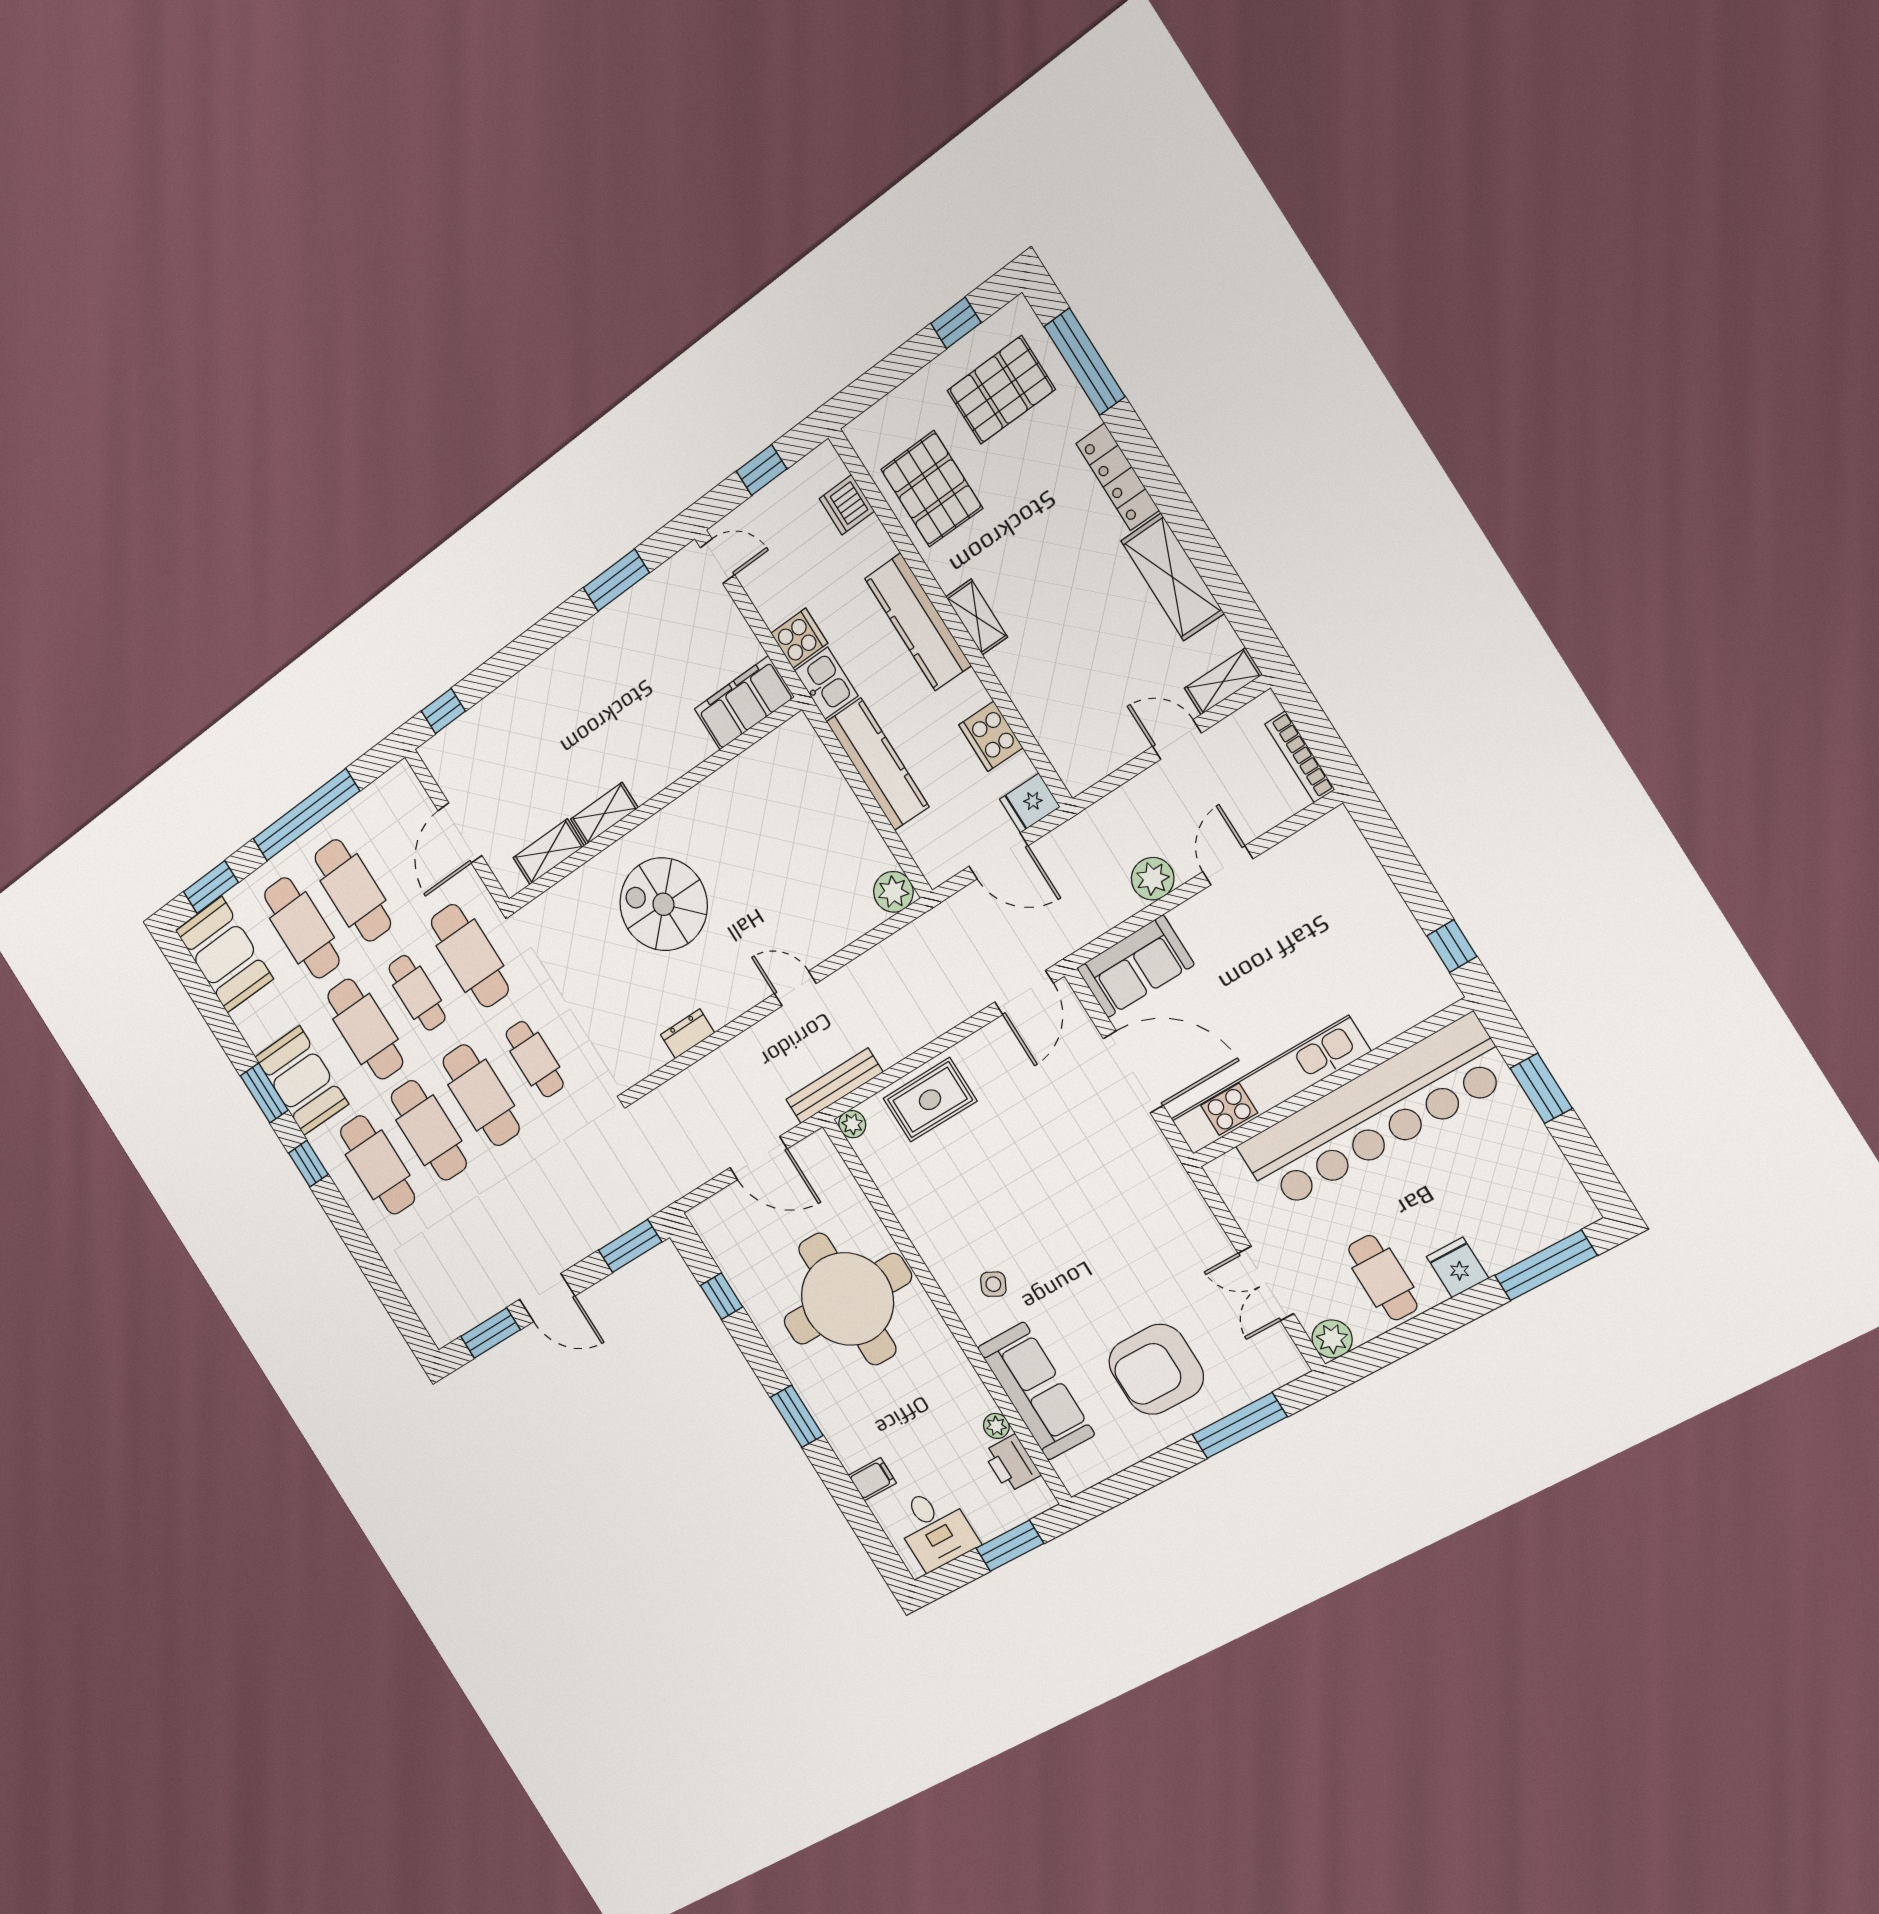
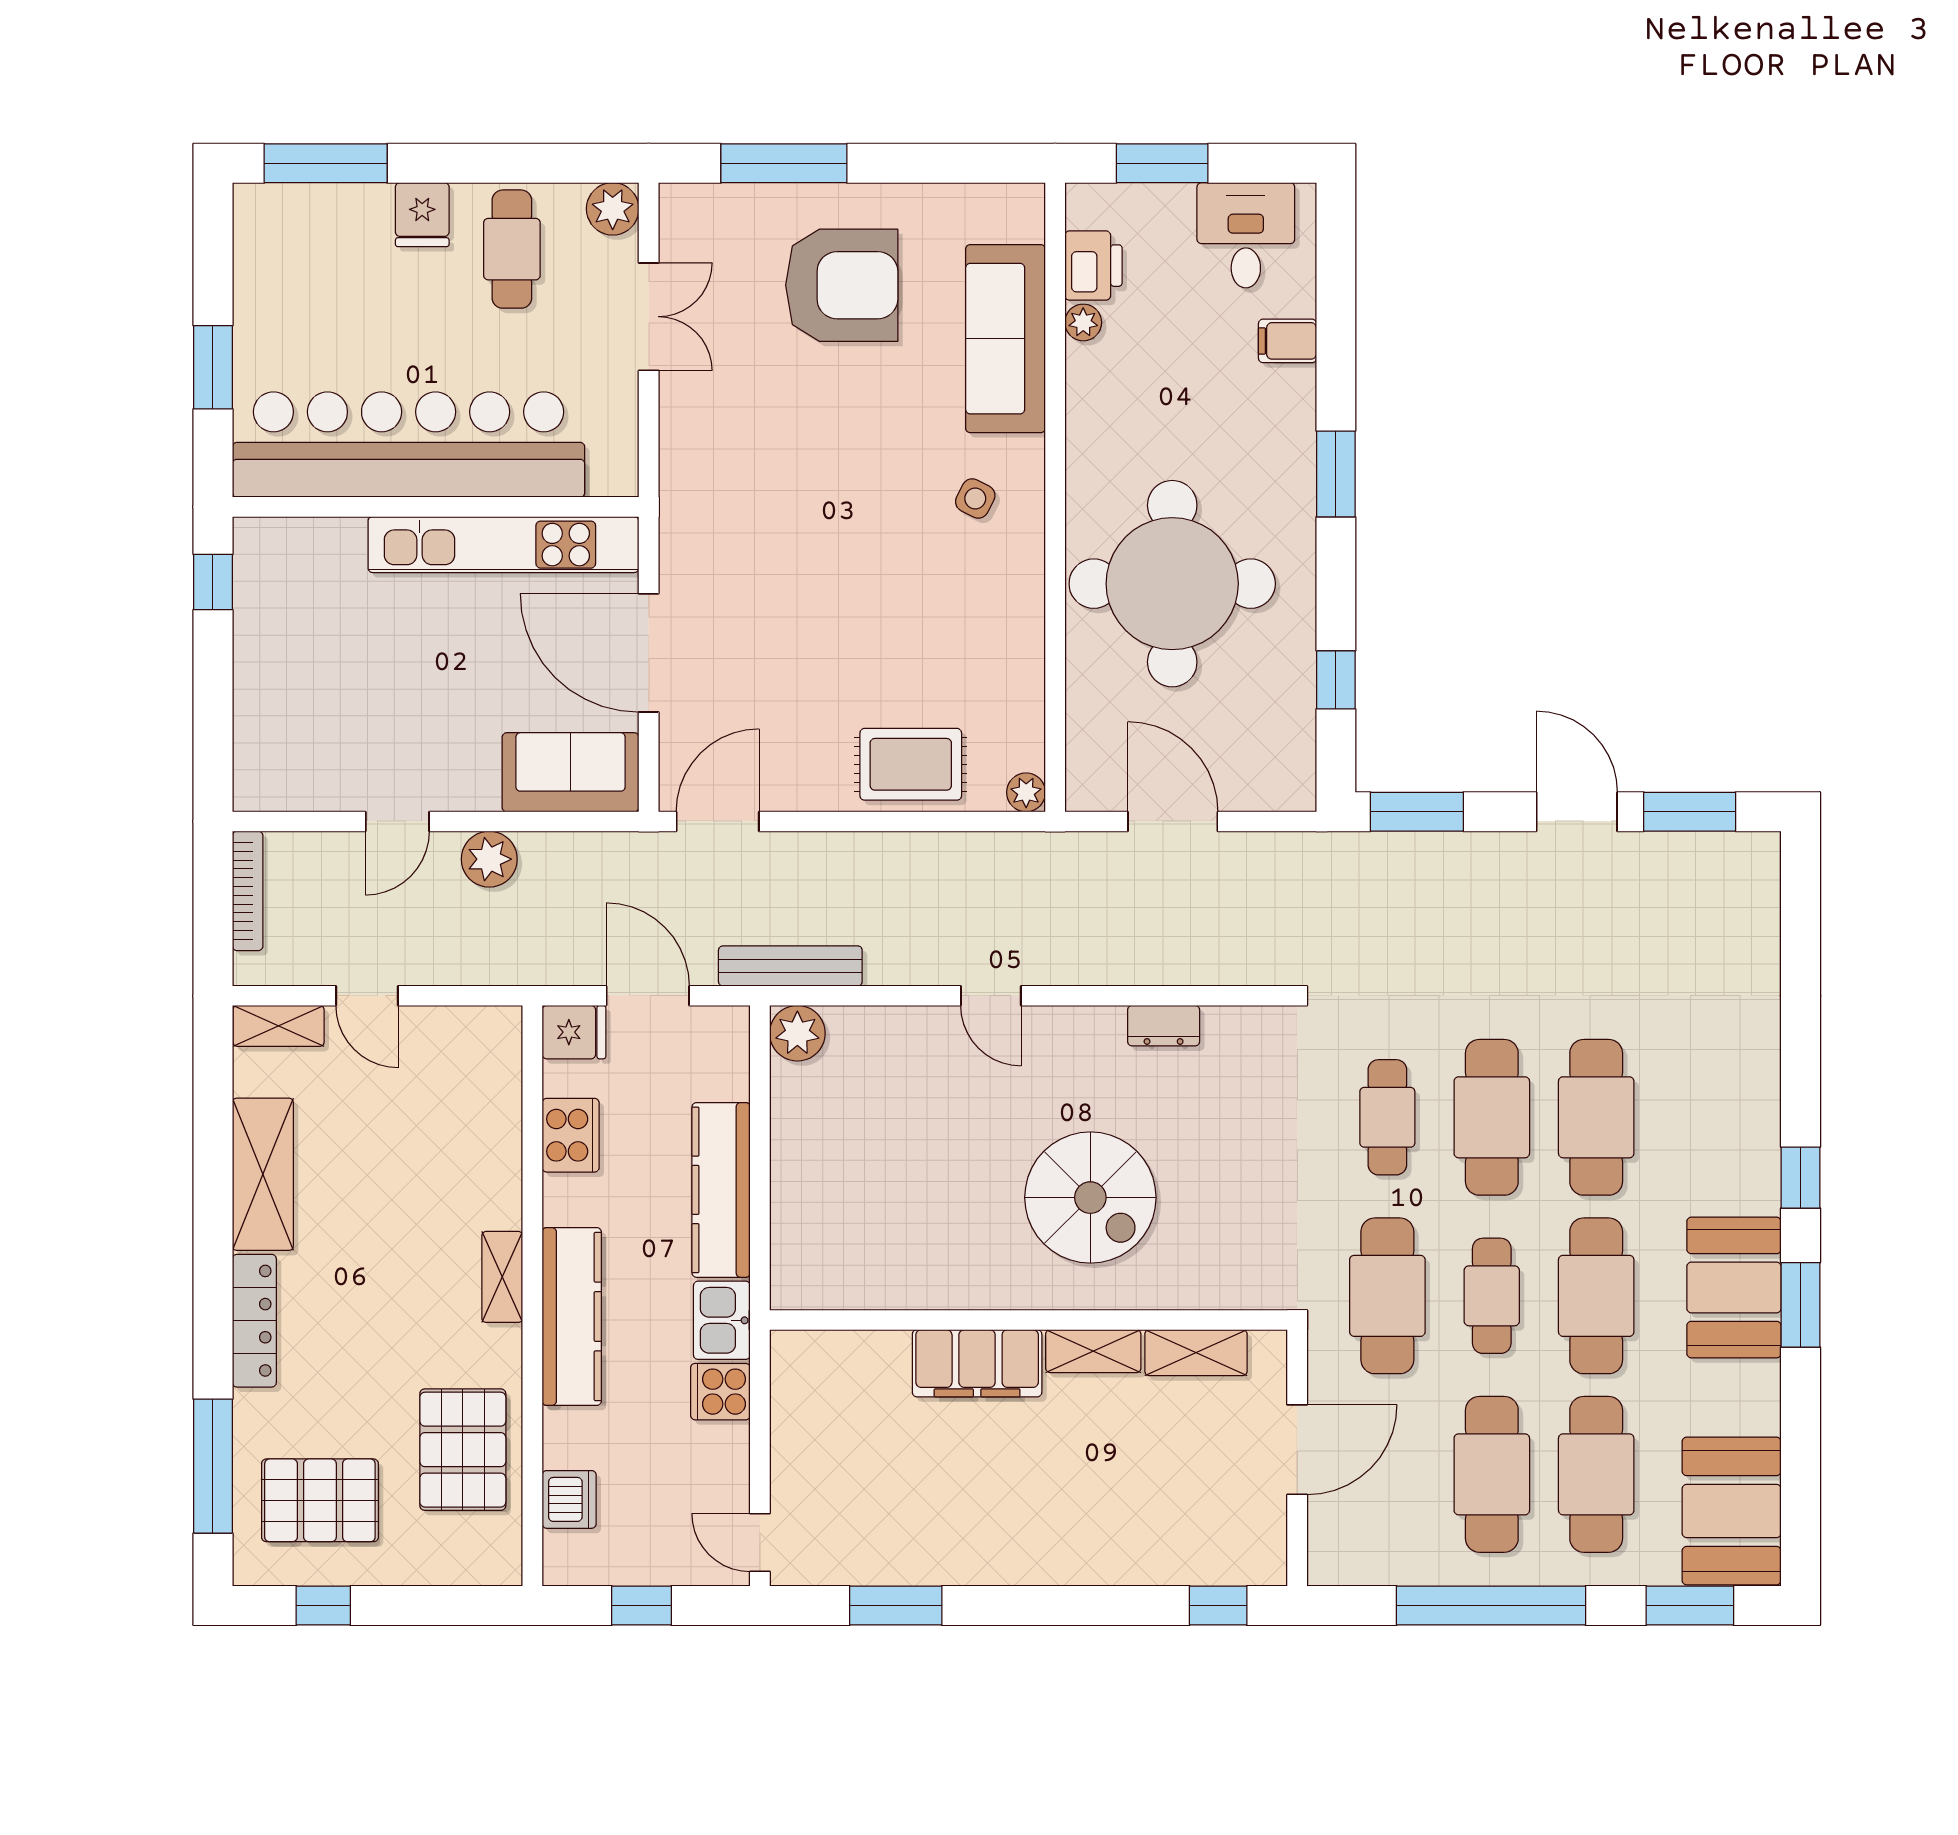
filing cabinet: (744, 703) -> (977, 1363), moved
bench: (834, 1086) -> (790, 966), moved
cafe table: (377, 1165) -> (1701, 1117), removed

